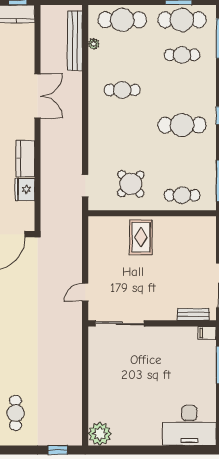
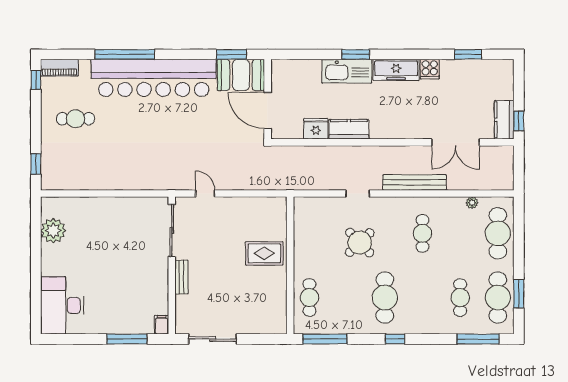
bench: (75, 41) -> (415, 182), moved
double door: (37, 96) -> (456, 142), moved
round table: (131, 184) -> (360, 243), moved
doorway: (85, 186) -> (358, 193), moved
bench: (193, 314) -> (181, 277), moved
plant: (100, 434) -> (53, 231), moved

